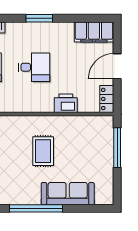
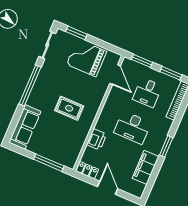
filing cabinet: (94, 32) -> (146, 167), moved
desk: (34, 67) -> (132, 128), width x1.37
sofa: (68, 194) -> (25, 127), moved

